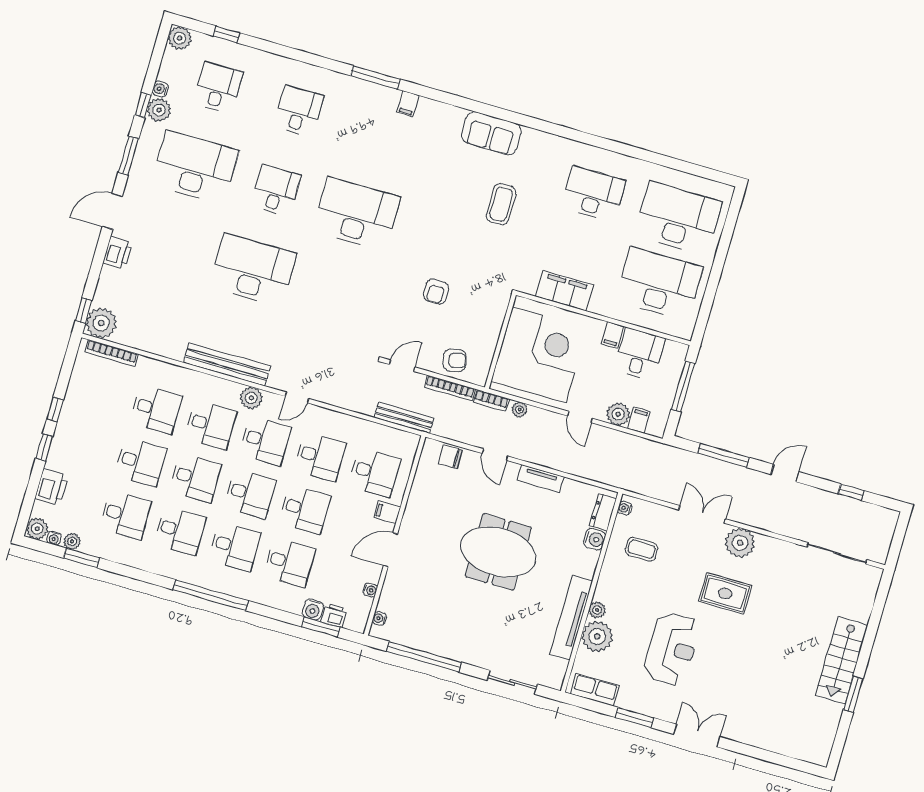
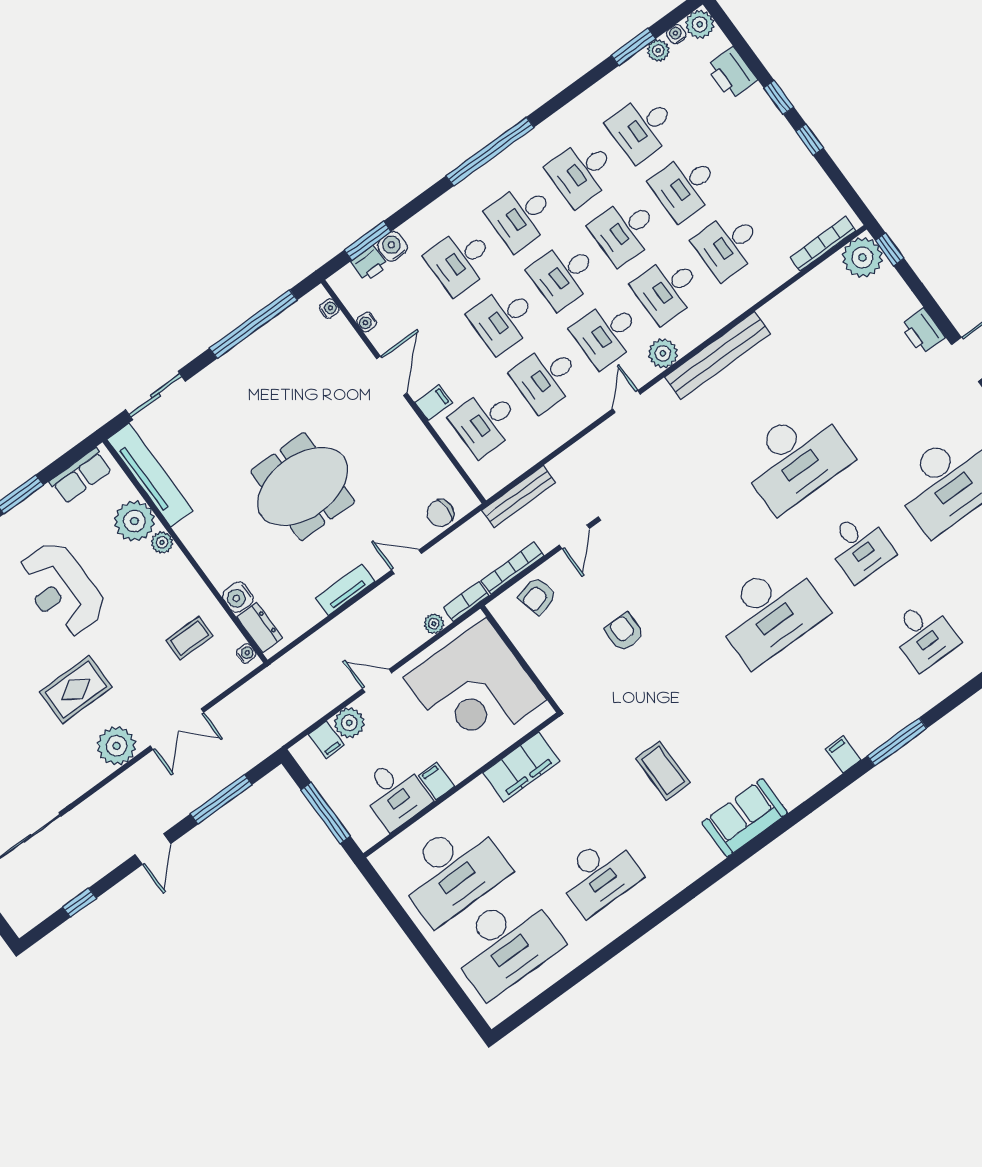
chair: (450, 457) -> (440, 513), turned 180
tv unit: (571, 618) -> (150, 475), moved

